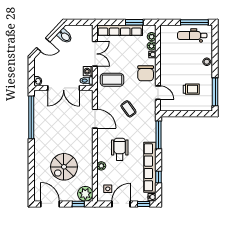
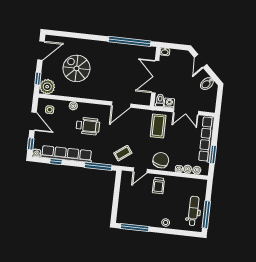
chair: (146, 73) -> (161, 160), turned 102
trolley: (191, 89) -> (158, 186), moved
coffee table: (128, 109) -> (123, 153), moved

